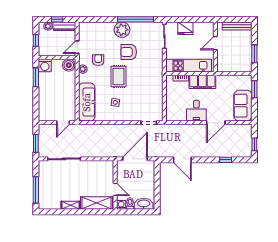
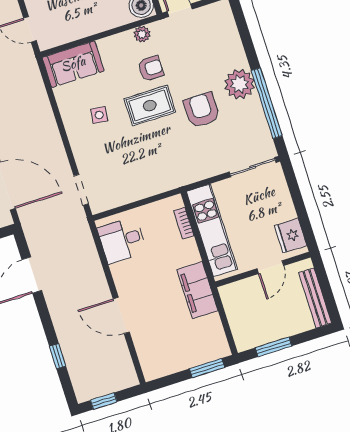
fridge: (185, 28) -> (291, 236), moved
door: (215, 43) -> (270, 267), swing flipped
armchair: (98, 60) -> (151, 68), moved
filing cabinet: (202, 82) -> (197, 290), moved
sofa: (87, 102) -> (73, 64), width x0.73
sofa: (243, 106) -> (170, 356), removed
desk: (196, 111) -> (122, 240), moved

